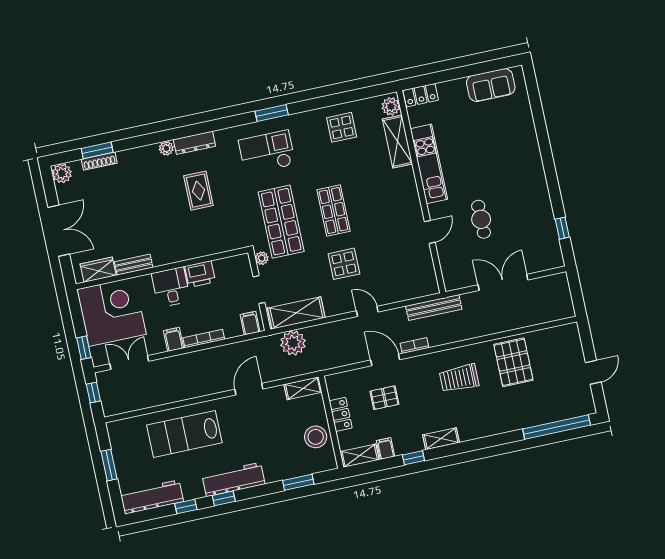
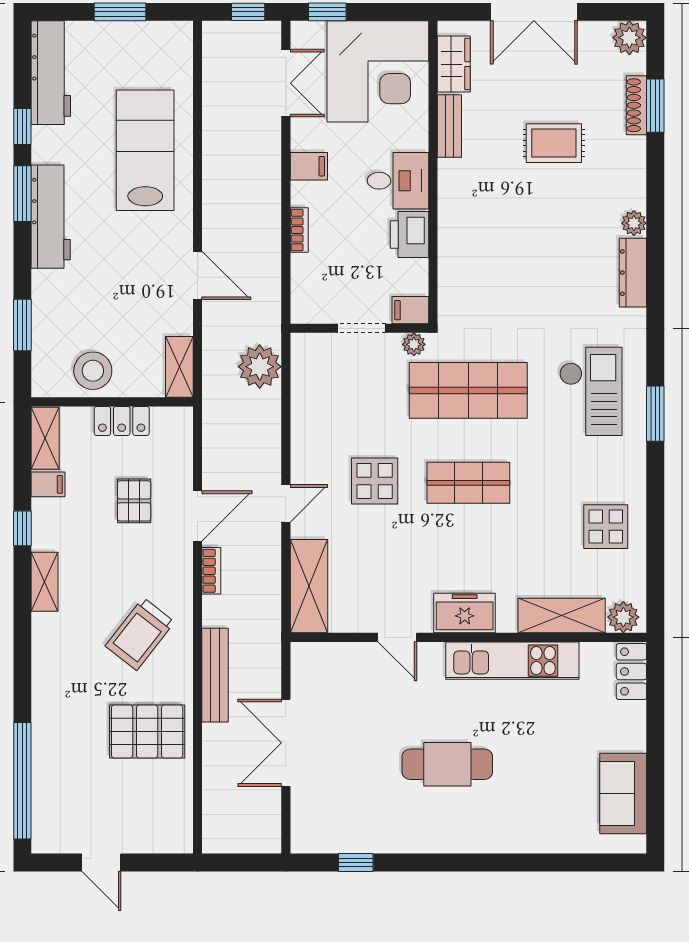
rug: (198, 191) -> (554, 143), moved
freezer: (408, 197) -> (465, 613), added
cafe table: (481, 219) -> (447, 764), moved, width x1.37, depth x1.35
double door: (503, 282) -> (286, 743), swing flipped
bench: (434, 308) -> (215, 675), moved
shelving: (296, 313) -> (309, 586), moved
filing cabinet: (250, 323) -> (410, 310), moved, turned 180
bookcase: (204, 339) -> (299, 230), width x0.64
trolley: (459, 378) -> (140, 634), turned -142
window: (224, 498) -> (22, 194), width x1.50

